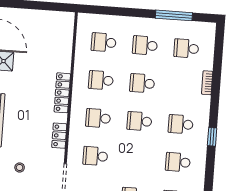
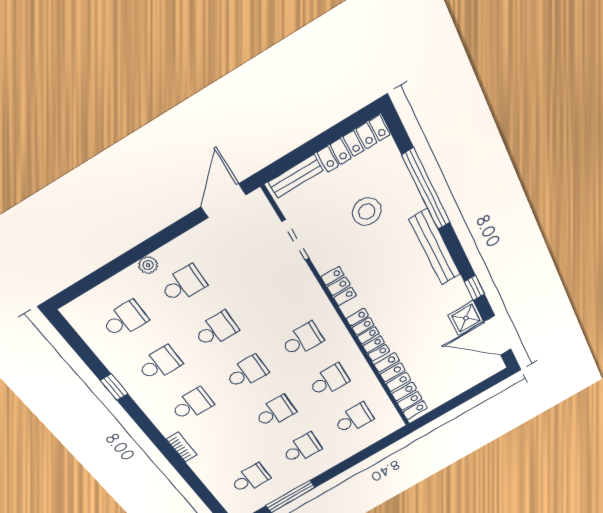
locker: (65, 43) -> (401, 387), added
bookcase: (207, 83) -> (182, 447), moved
window: (212, 137) -> (114, 387), moved
school desk: (95, 156) -> (216, 330), moved
stool: (20, 167) -> (367, 212), width x1.89, depth x1.89

